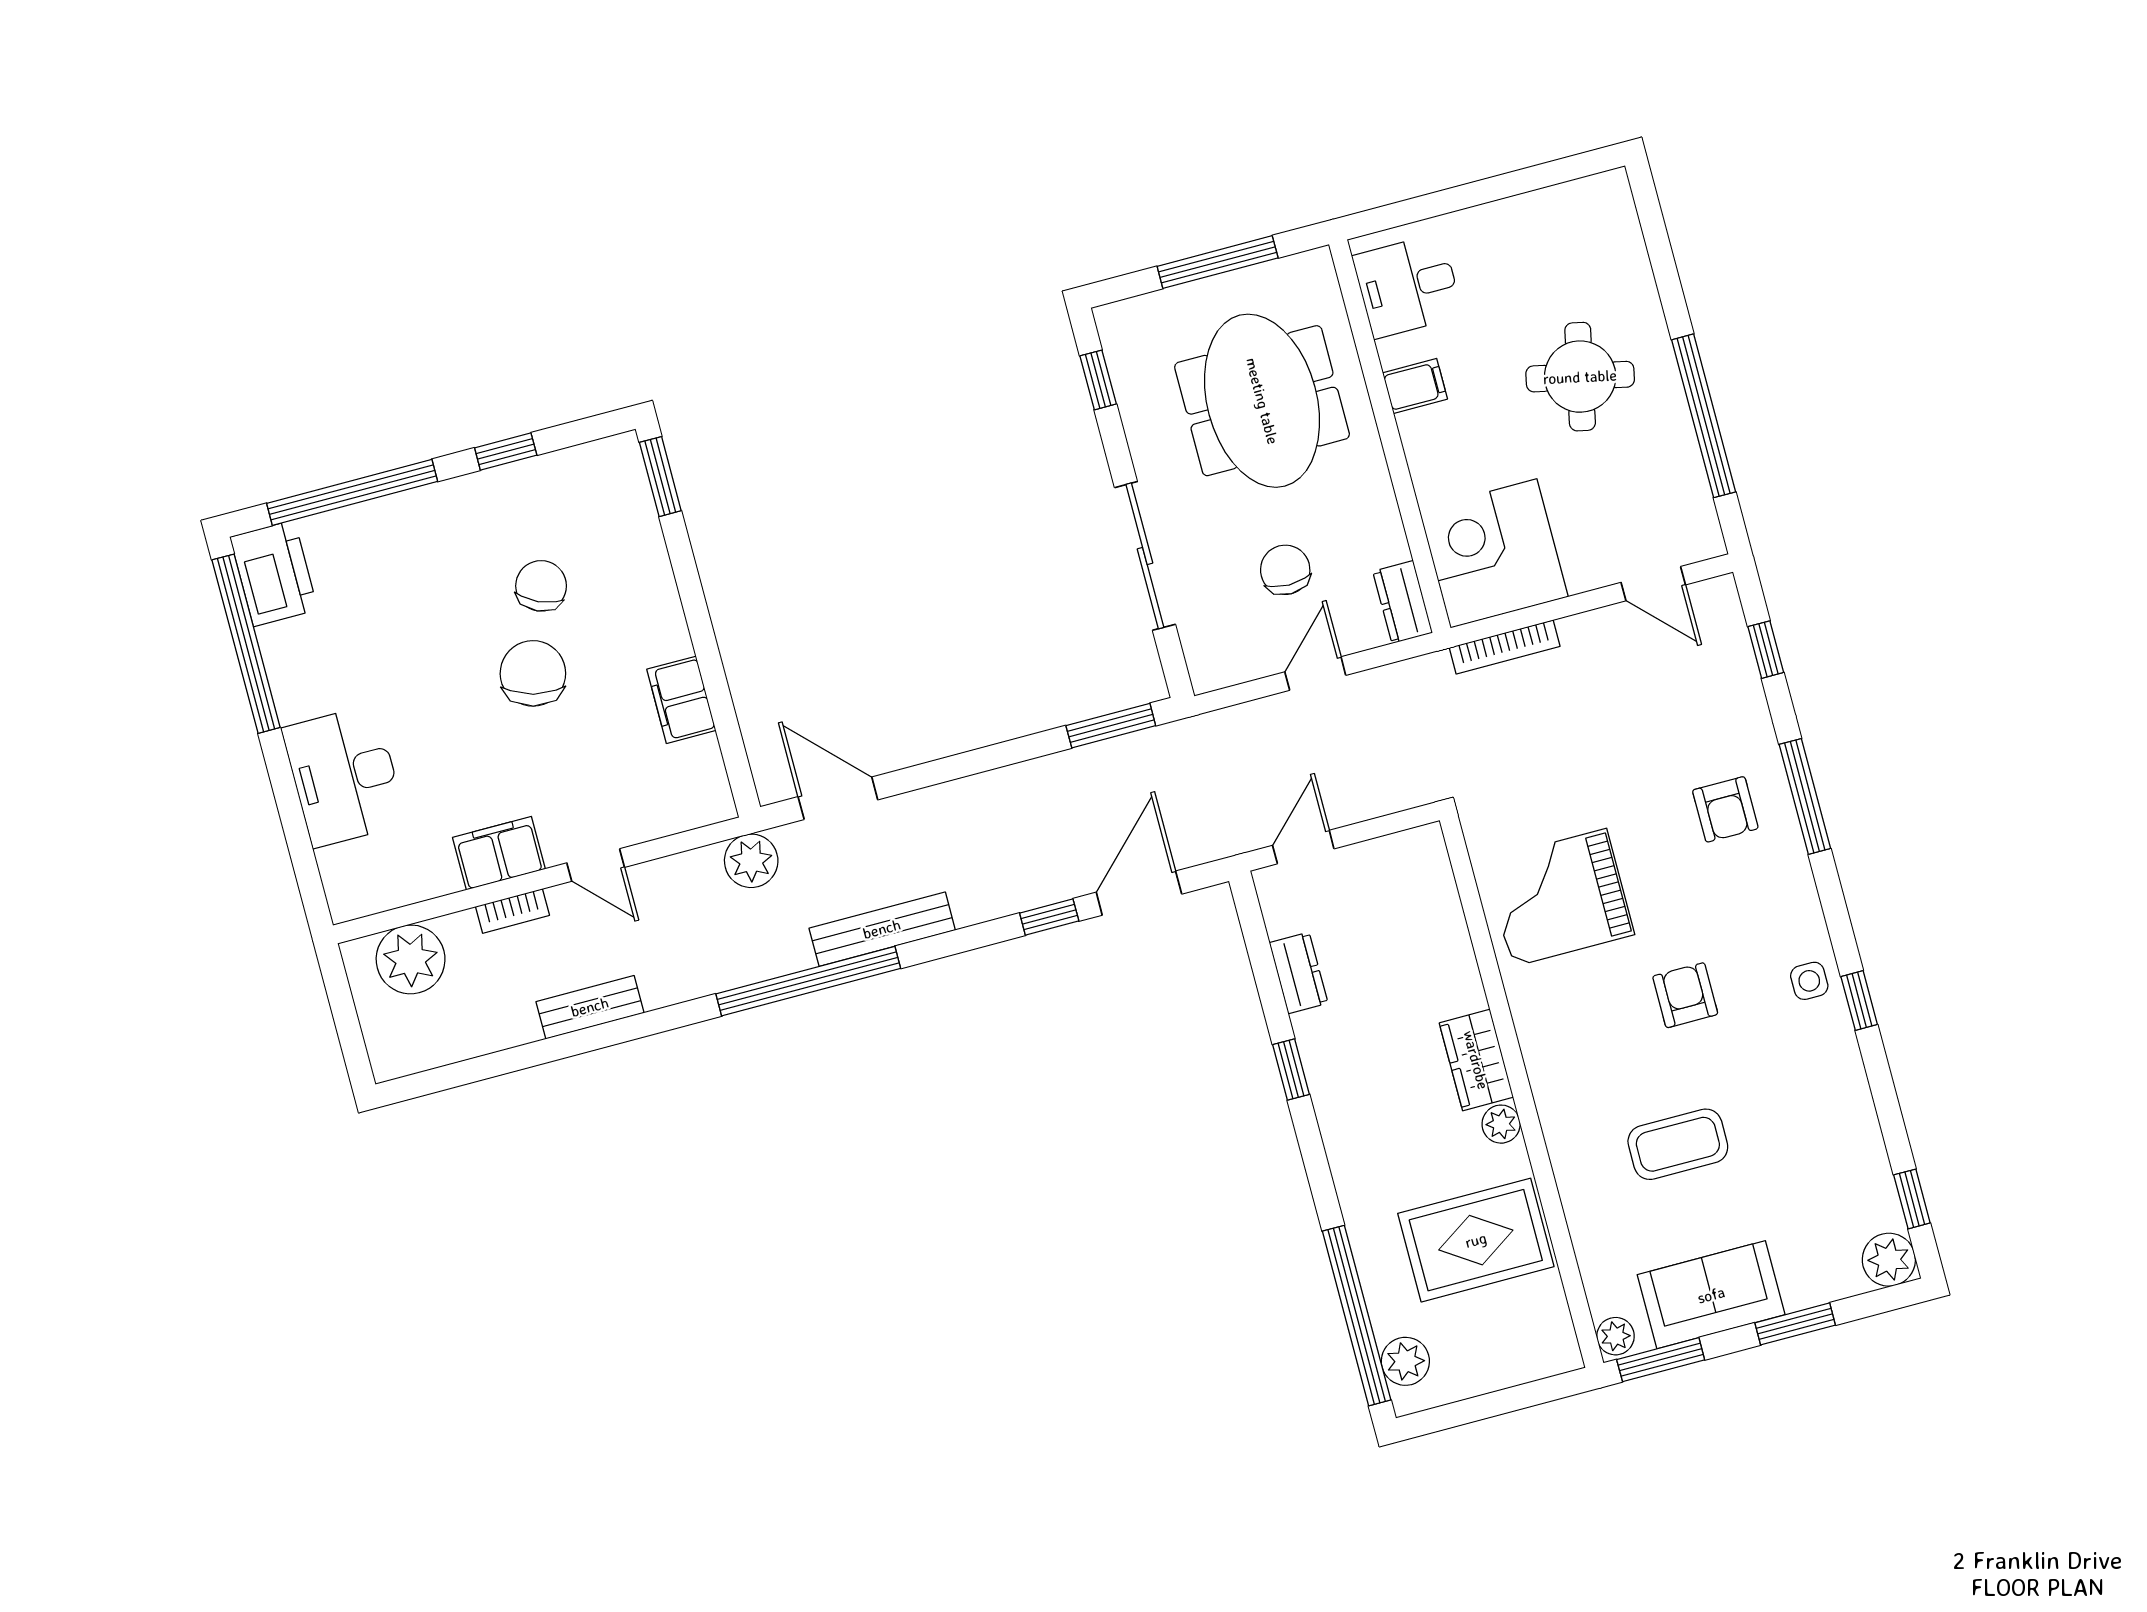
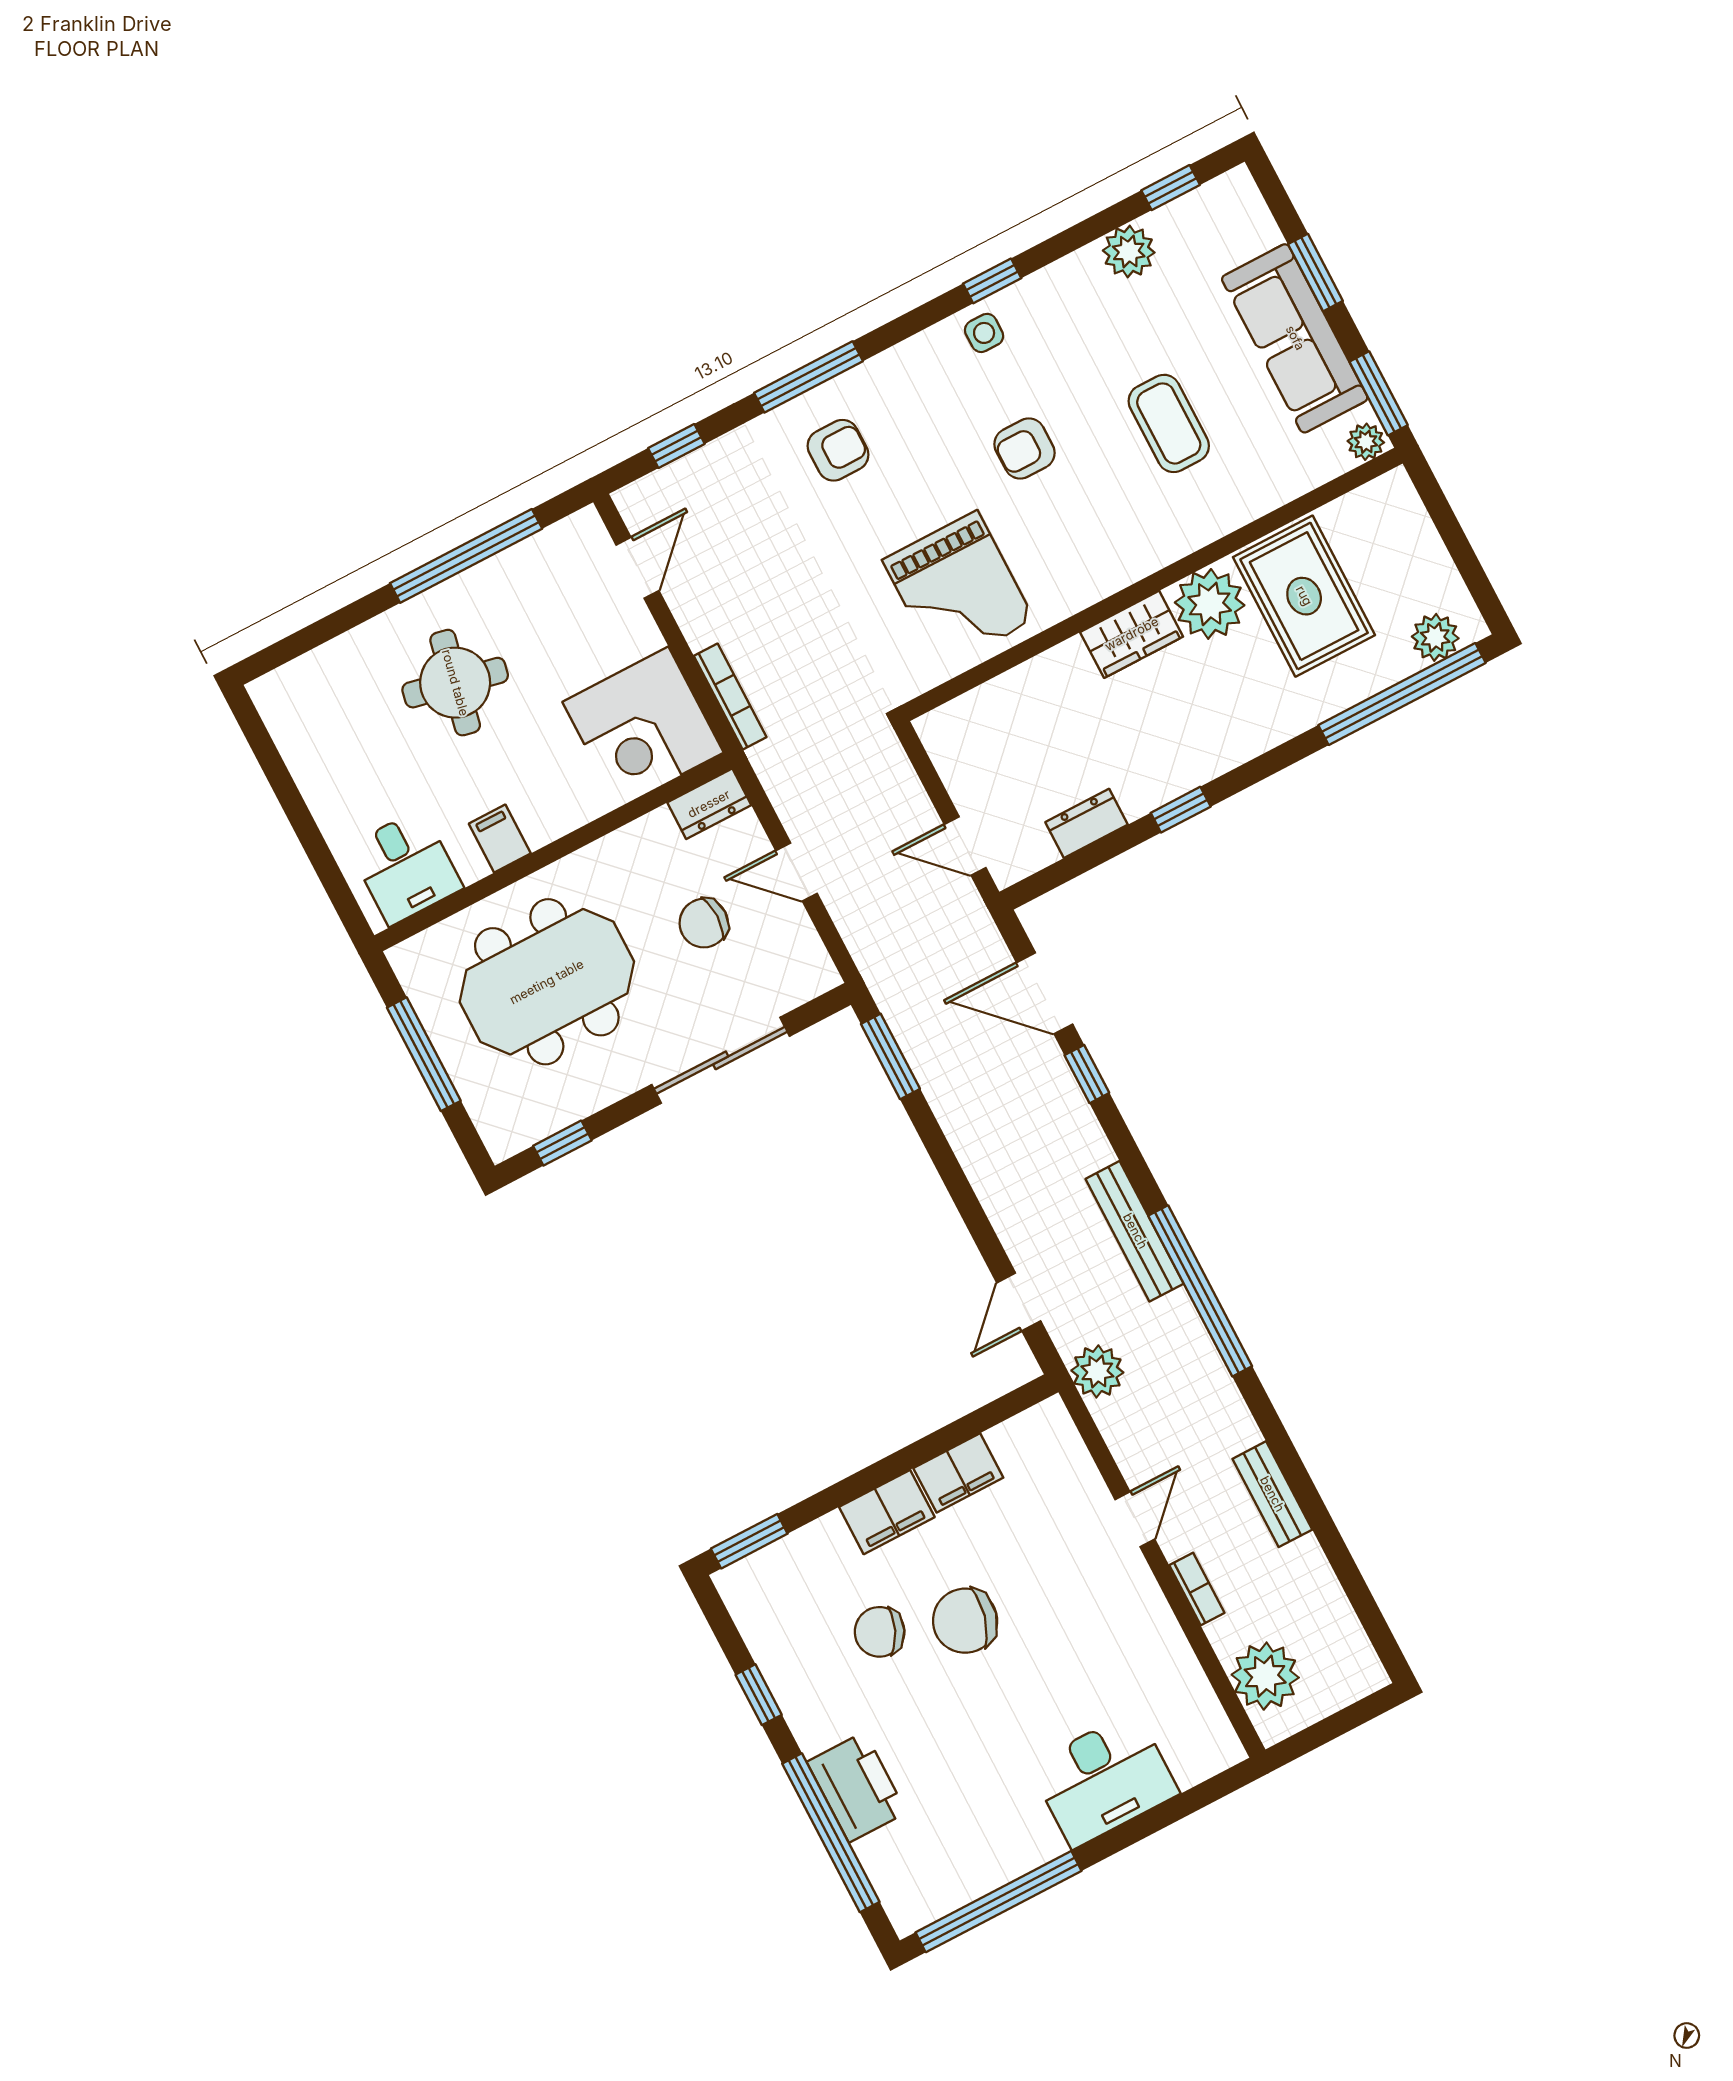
printer: (274, 573) -> (857, 1787), moved, turned 90
door: (838, 798) -> (1019, 1302), width x0.73
filing cabinet: (499, 853) -> (887, 1512), moved, turned -90
plant: (1501, 1124) -> (1210, 604), width x1.87, depth x1.87
plant: (1889, 1260) -> (1129, 252), moved
sofa: (1711, 1295) -> (1295, 338), width x1.36

